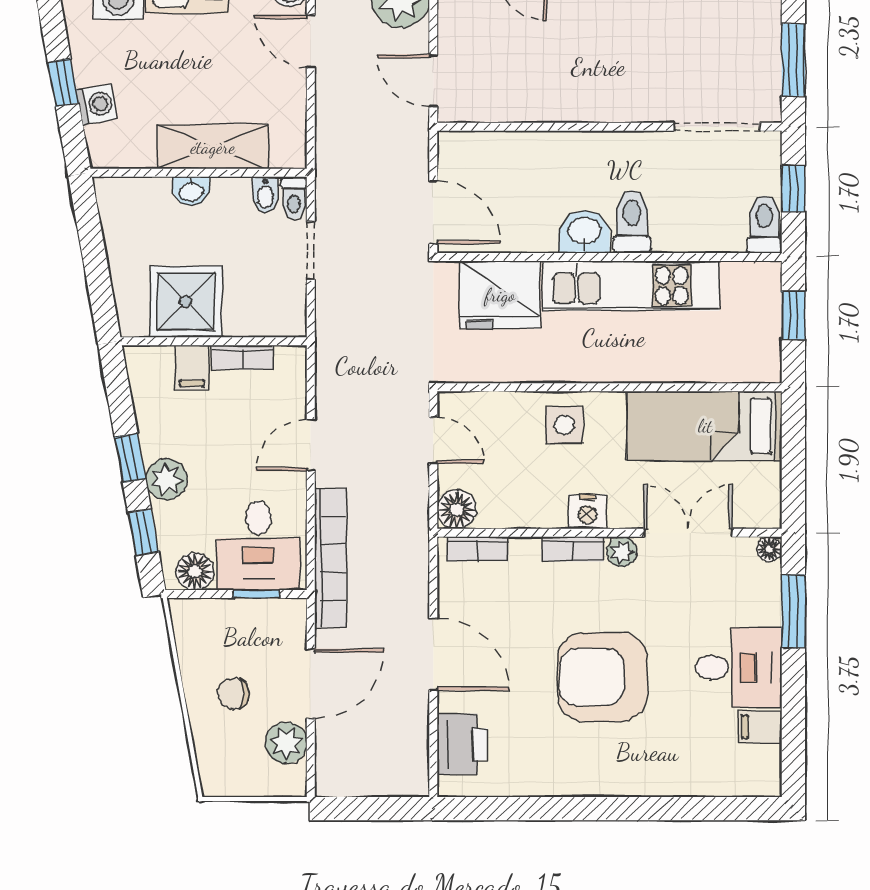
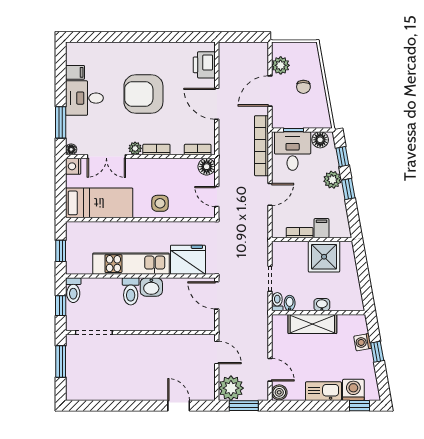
nightstand: (587, 512) -> (73, 166), moved, turned -90
armchair: (602, 677) -> (143, 94), turned 180
chair: (233, 694) -> (303, 87), turned 90

